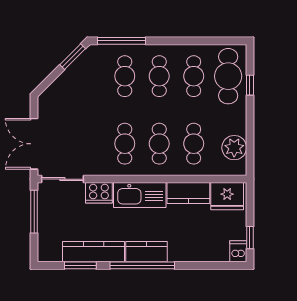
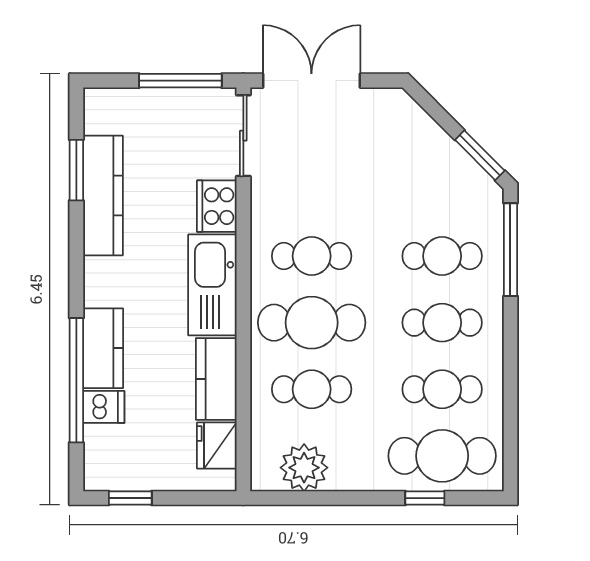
cafe table: (159, 144) -> (312, 323), width x1.37, depth x1.35
fridge: (227, 196) -> (217, 446), width x0.73, depth x0.75
dishwasher: (238, 251) -> (104, 407), moved
kitchen counter: (146, 252) -> (103, 348), moved
window: (142, 265) -> (76, 380), moved

